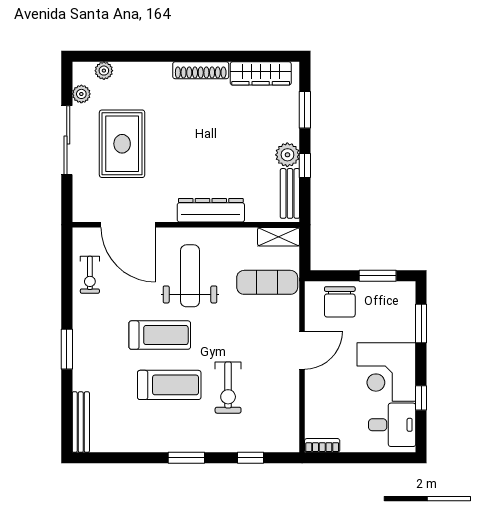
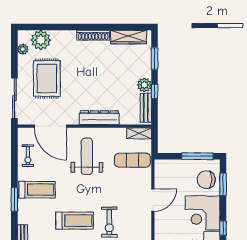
plant: (104, 71) -> (41, 40), width x1.88, depth x1.88
sliding door: (67, 140) -> (14, 98), moved
window: (378, 276) -> (197, 156), width x1.44
chair: (340, 302) -> (206, 180), moved, turned 90
treadmill: (160, 335) -> (37, 190), moved

